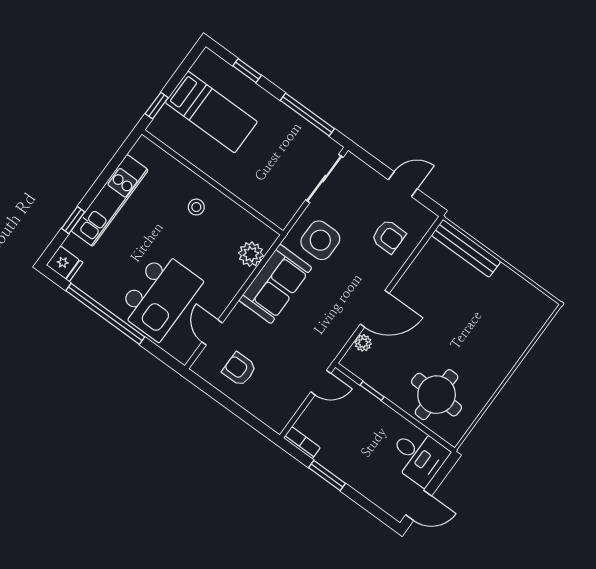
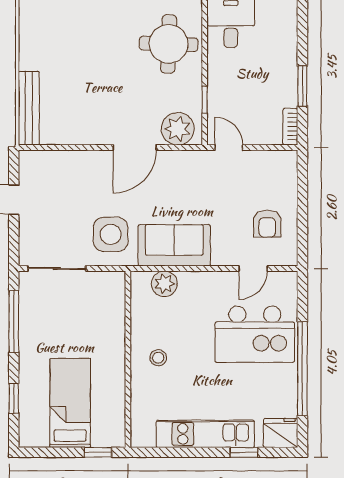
armchair: (389, 236) -> (66, 180), removed
fridge: (65, 264) -> (281, 433), width x1.38
kitchen island: (160, 296) -> (255, 334), turned 180
door: (375, 309) -> (135, 147), swing flipped
plant: (363, 343) -> (178, 129), width x1.88, depth x1.88

